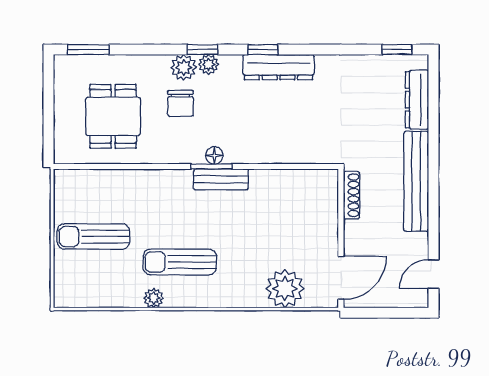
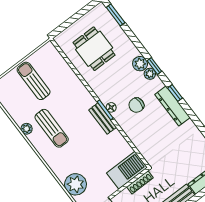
chair: (180, 103) -> (136, 105), moved
dining table: (113, 116) -> (94, 49), turned 90
barbecue: (320, 201) -> (127, 170), added
sun lounger: (180, 262) -> (52, 128), turned 180

